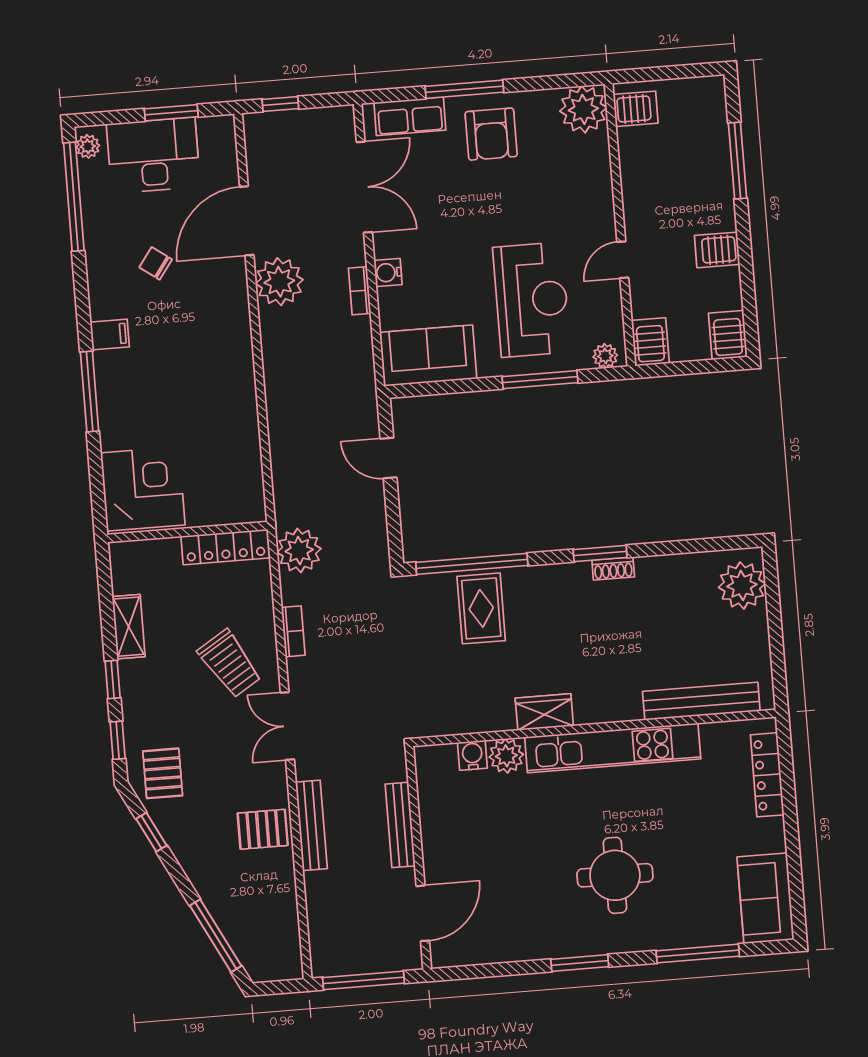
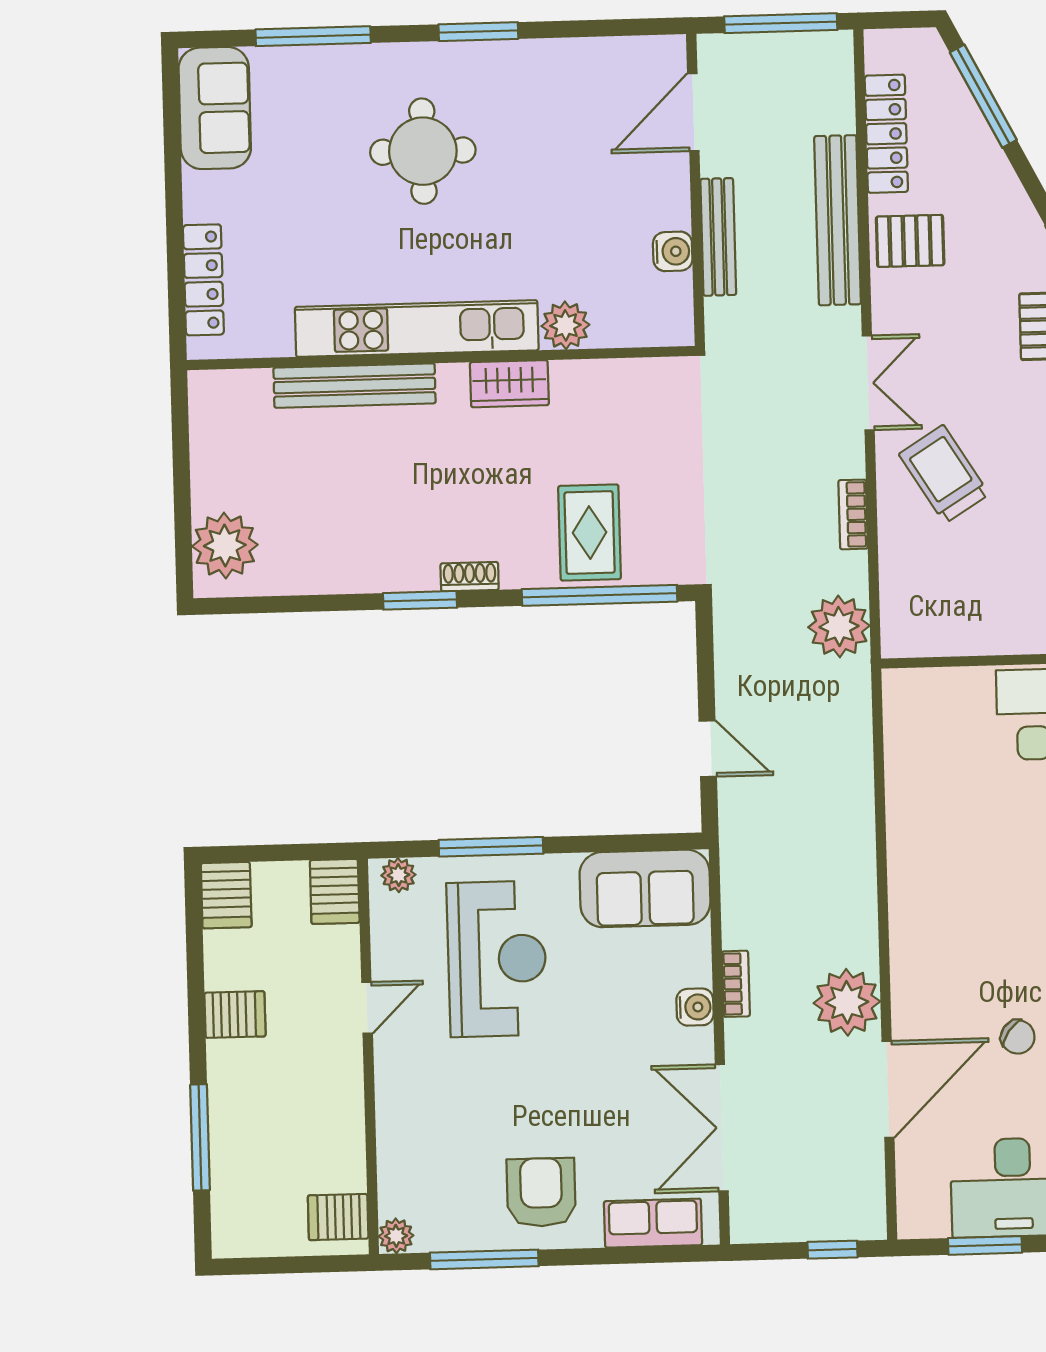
window: (464, 89) -> (484, 1259), moved
plant: (583, 109) -> (396, 1236), width x0.53, depth x0.53
reception desk: (532, 300) -> (497, 959), turned 180
locker: (225, 547) -> (886, 134), moved, turned 90
shoe rack: (613, 569) -> (470, 577), moved
bench: (701, 701) -> (354, 386), moved
water cooler: (472, 755) -> (673, 251), moved, turned -90
bench: (311, 825) -> (838, 220), width x1.37, depth x1.21

